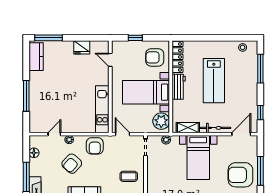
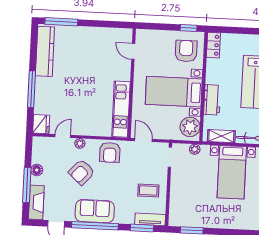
window: (135, 38) -> (189, 28), moved
fridge: (82, 47) -> (41, 124), moved, turned -90
kitchen counter: (36, 57) -> (45, 51), width x1.50
armchair: (155, 57) -> (186, 51), turned 90
locker: (178, 57) -> (213, 45), width x0.66
workbench: (179, 87) -> (212, 100), moved
floor lamp: (34, 153) -> (37, 170), moved

